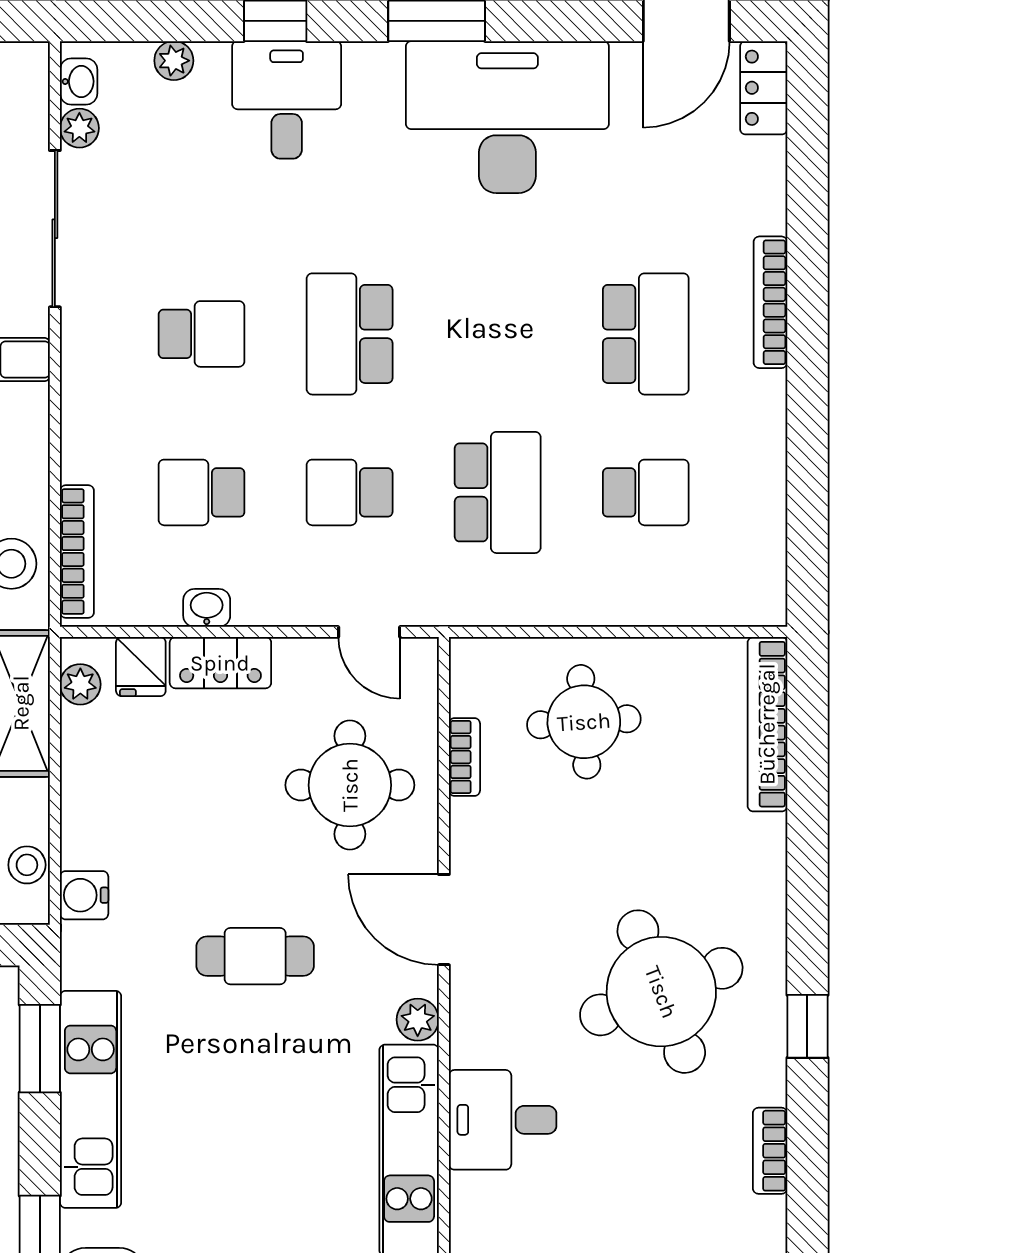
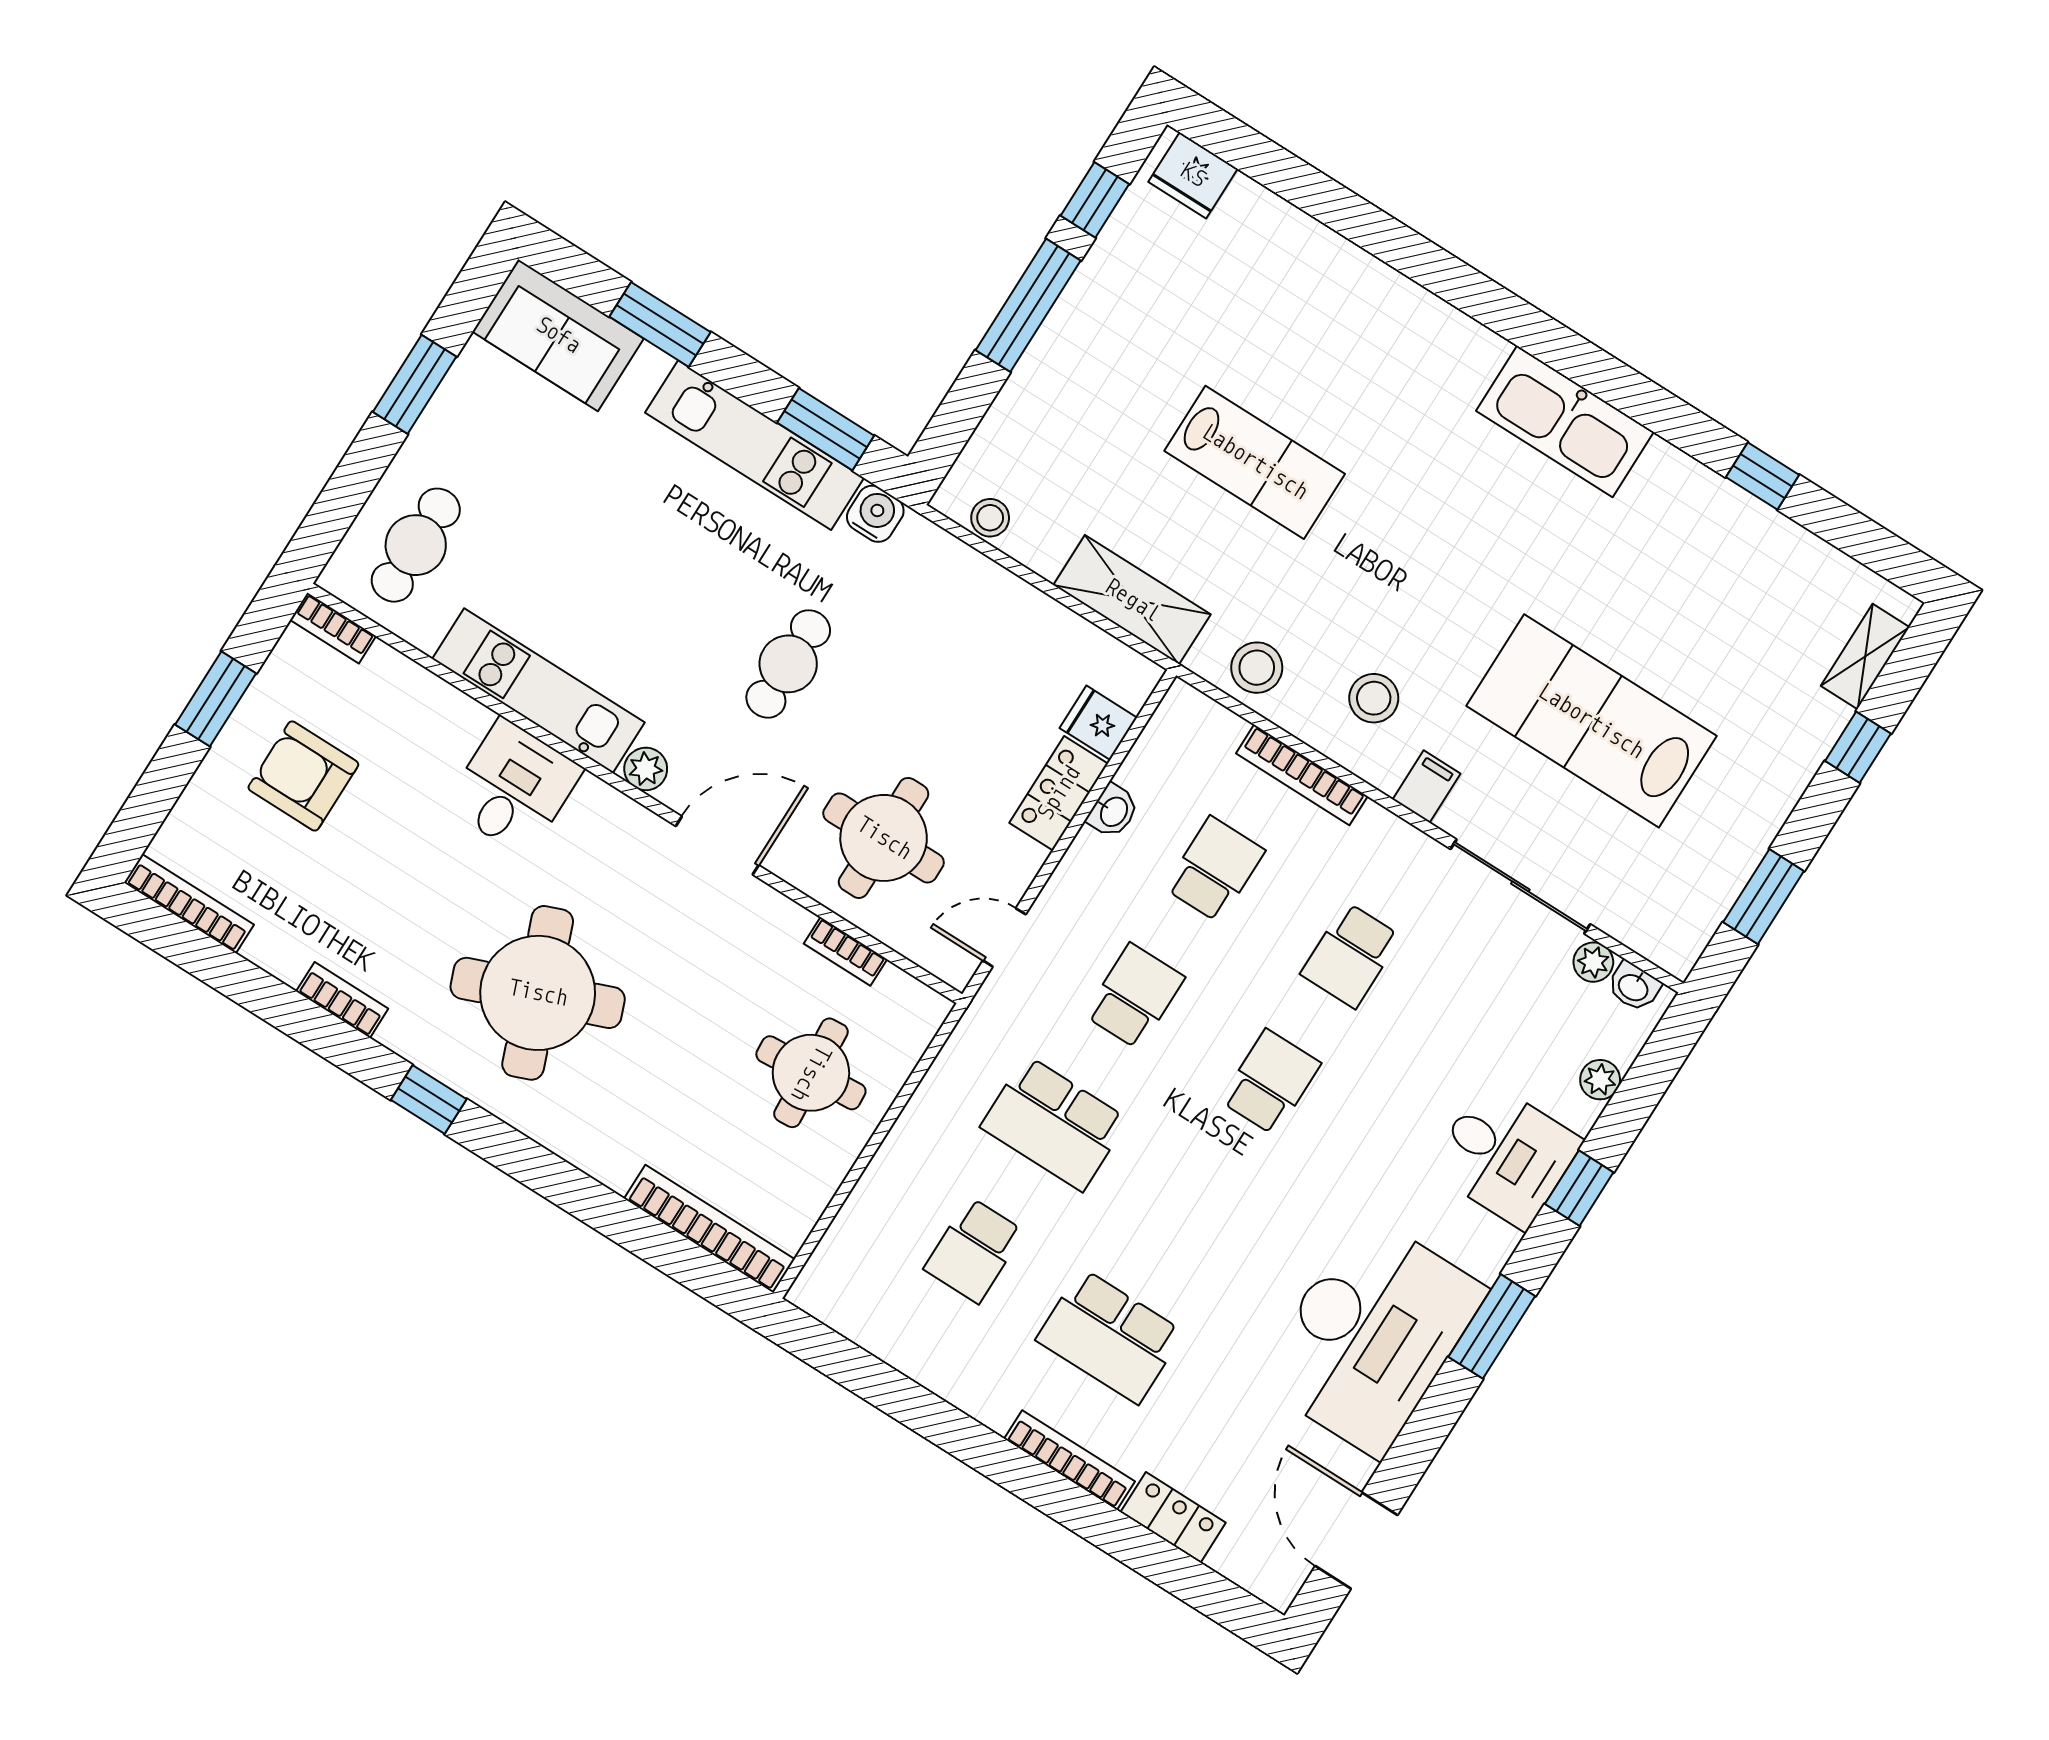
locker: (764, 88) -> (1173, 1518), moved
school desk: (350, 334) -> (1270, 1082), width x0.54
bookcase: (77, 551) -> (1302, 775), moved
plant: (80, 684) -> (1116, 661), removed
water cooler: (84, 895) -> (875, 514), moved

